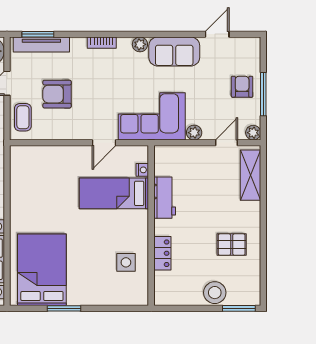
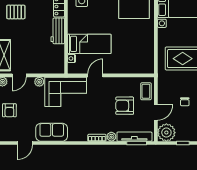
plant: (140, 44) -> (111, 137), moved
armchair: (57, 94) -> (125, 106), turned 180
workbench: (165, 198) -> (58, 31), moved

